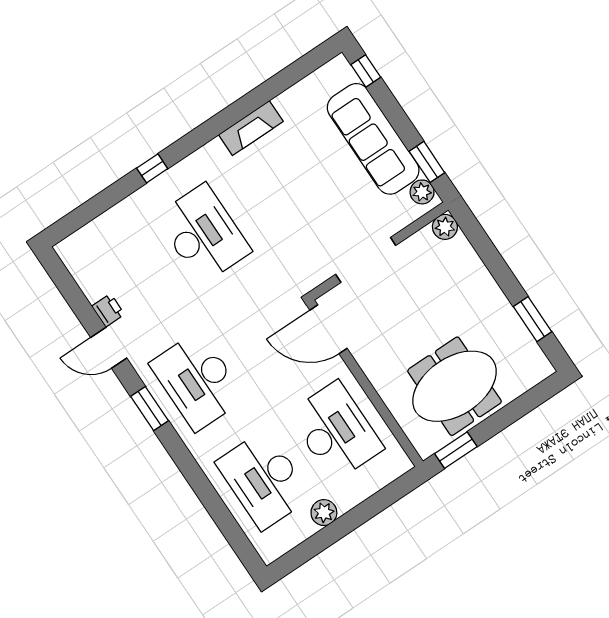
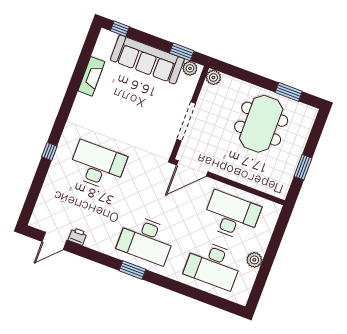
fireplace: (251, 128) -> (91, 76), moved
door: (109, 348) -> (54, 241), moved
meeting table: (455, 386) -> (261, 124), moved
window: (456, 450) -> (303, 167), moved

